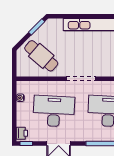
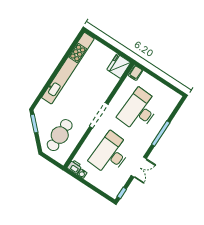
cafe table: (41, 56) -> (60, 135), turned -41
printer: (22, 133) -> (74, 167), moved

